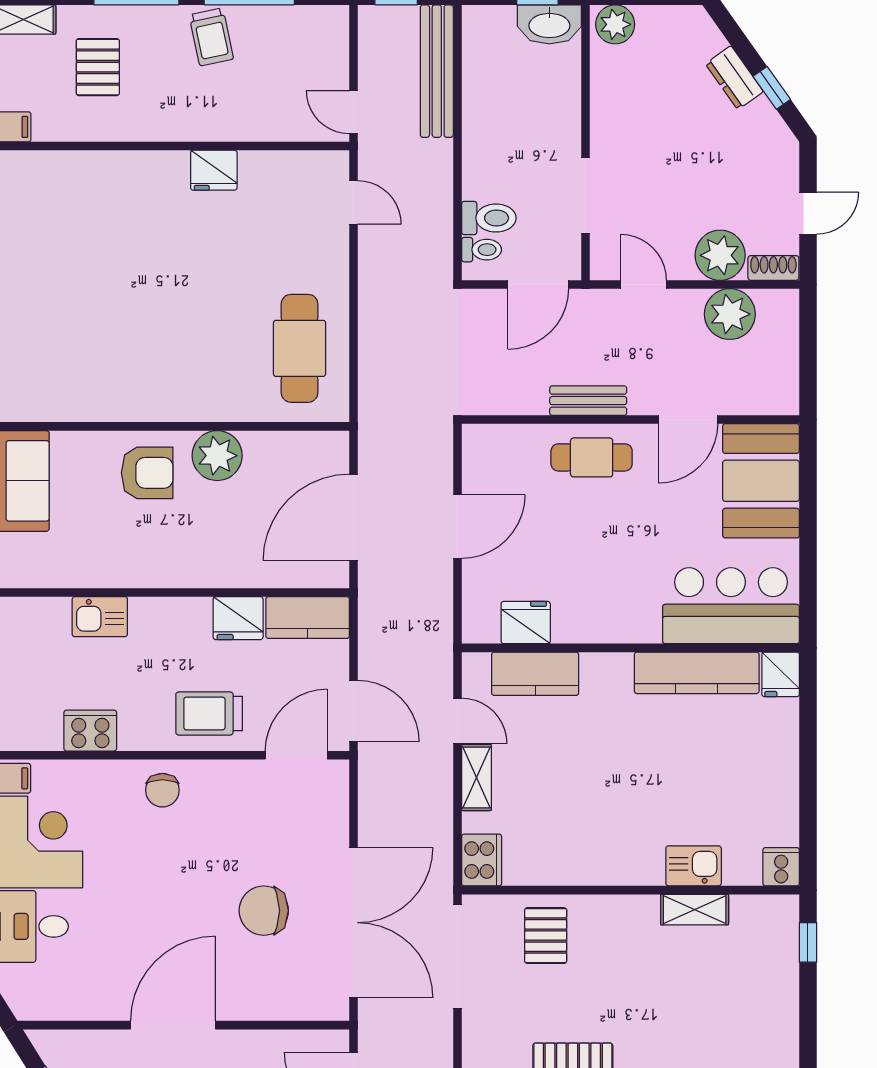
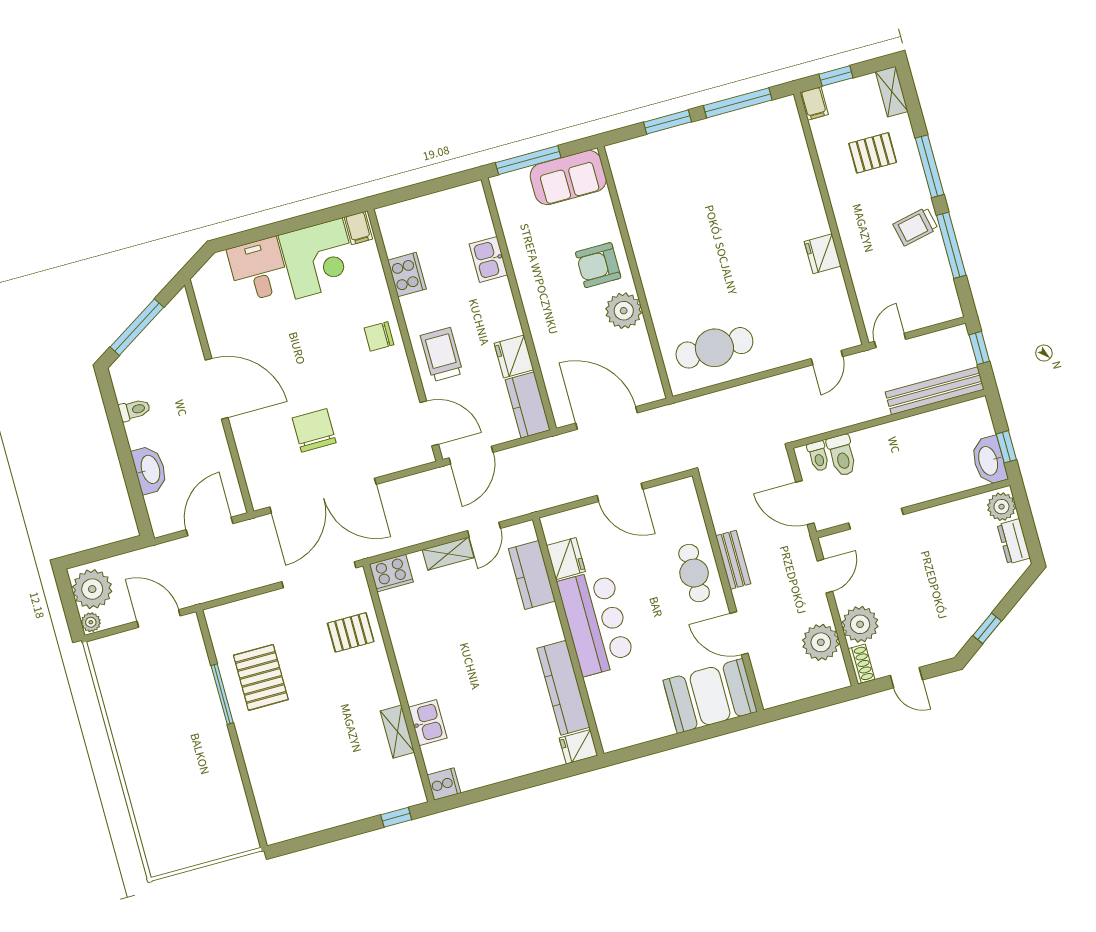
dresser: (734, 78) -> (1014, 541), moved, turned -55
armchair: (147, 473) -> (598, 265), turned 90
bar counter: (731, 606) -> (596, 622), moved

